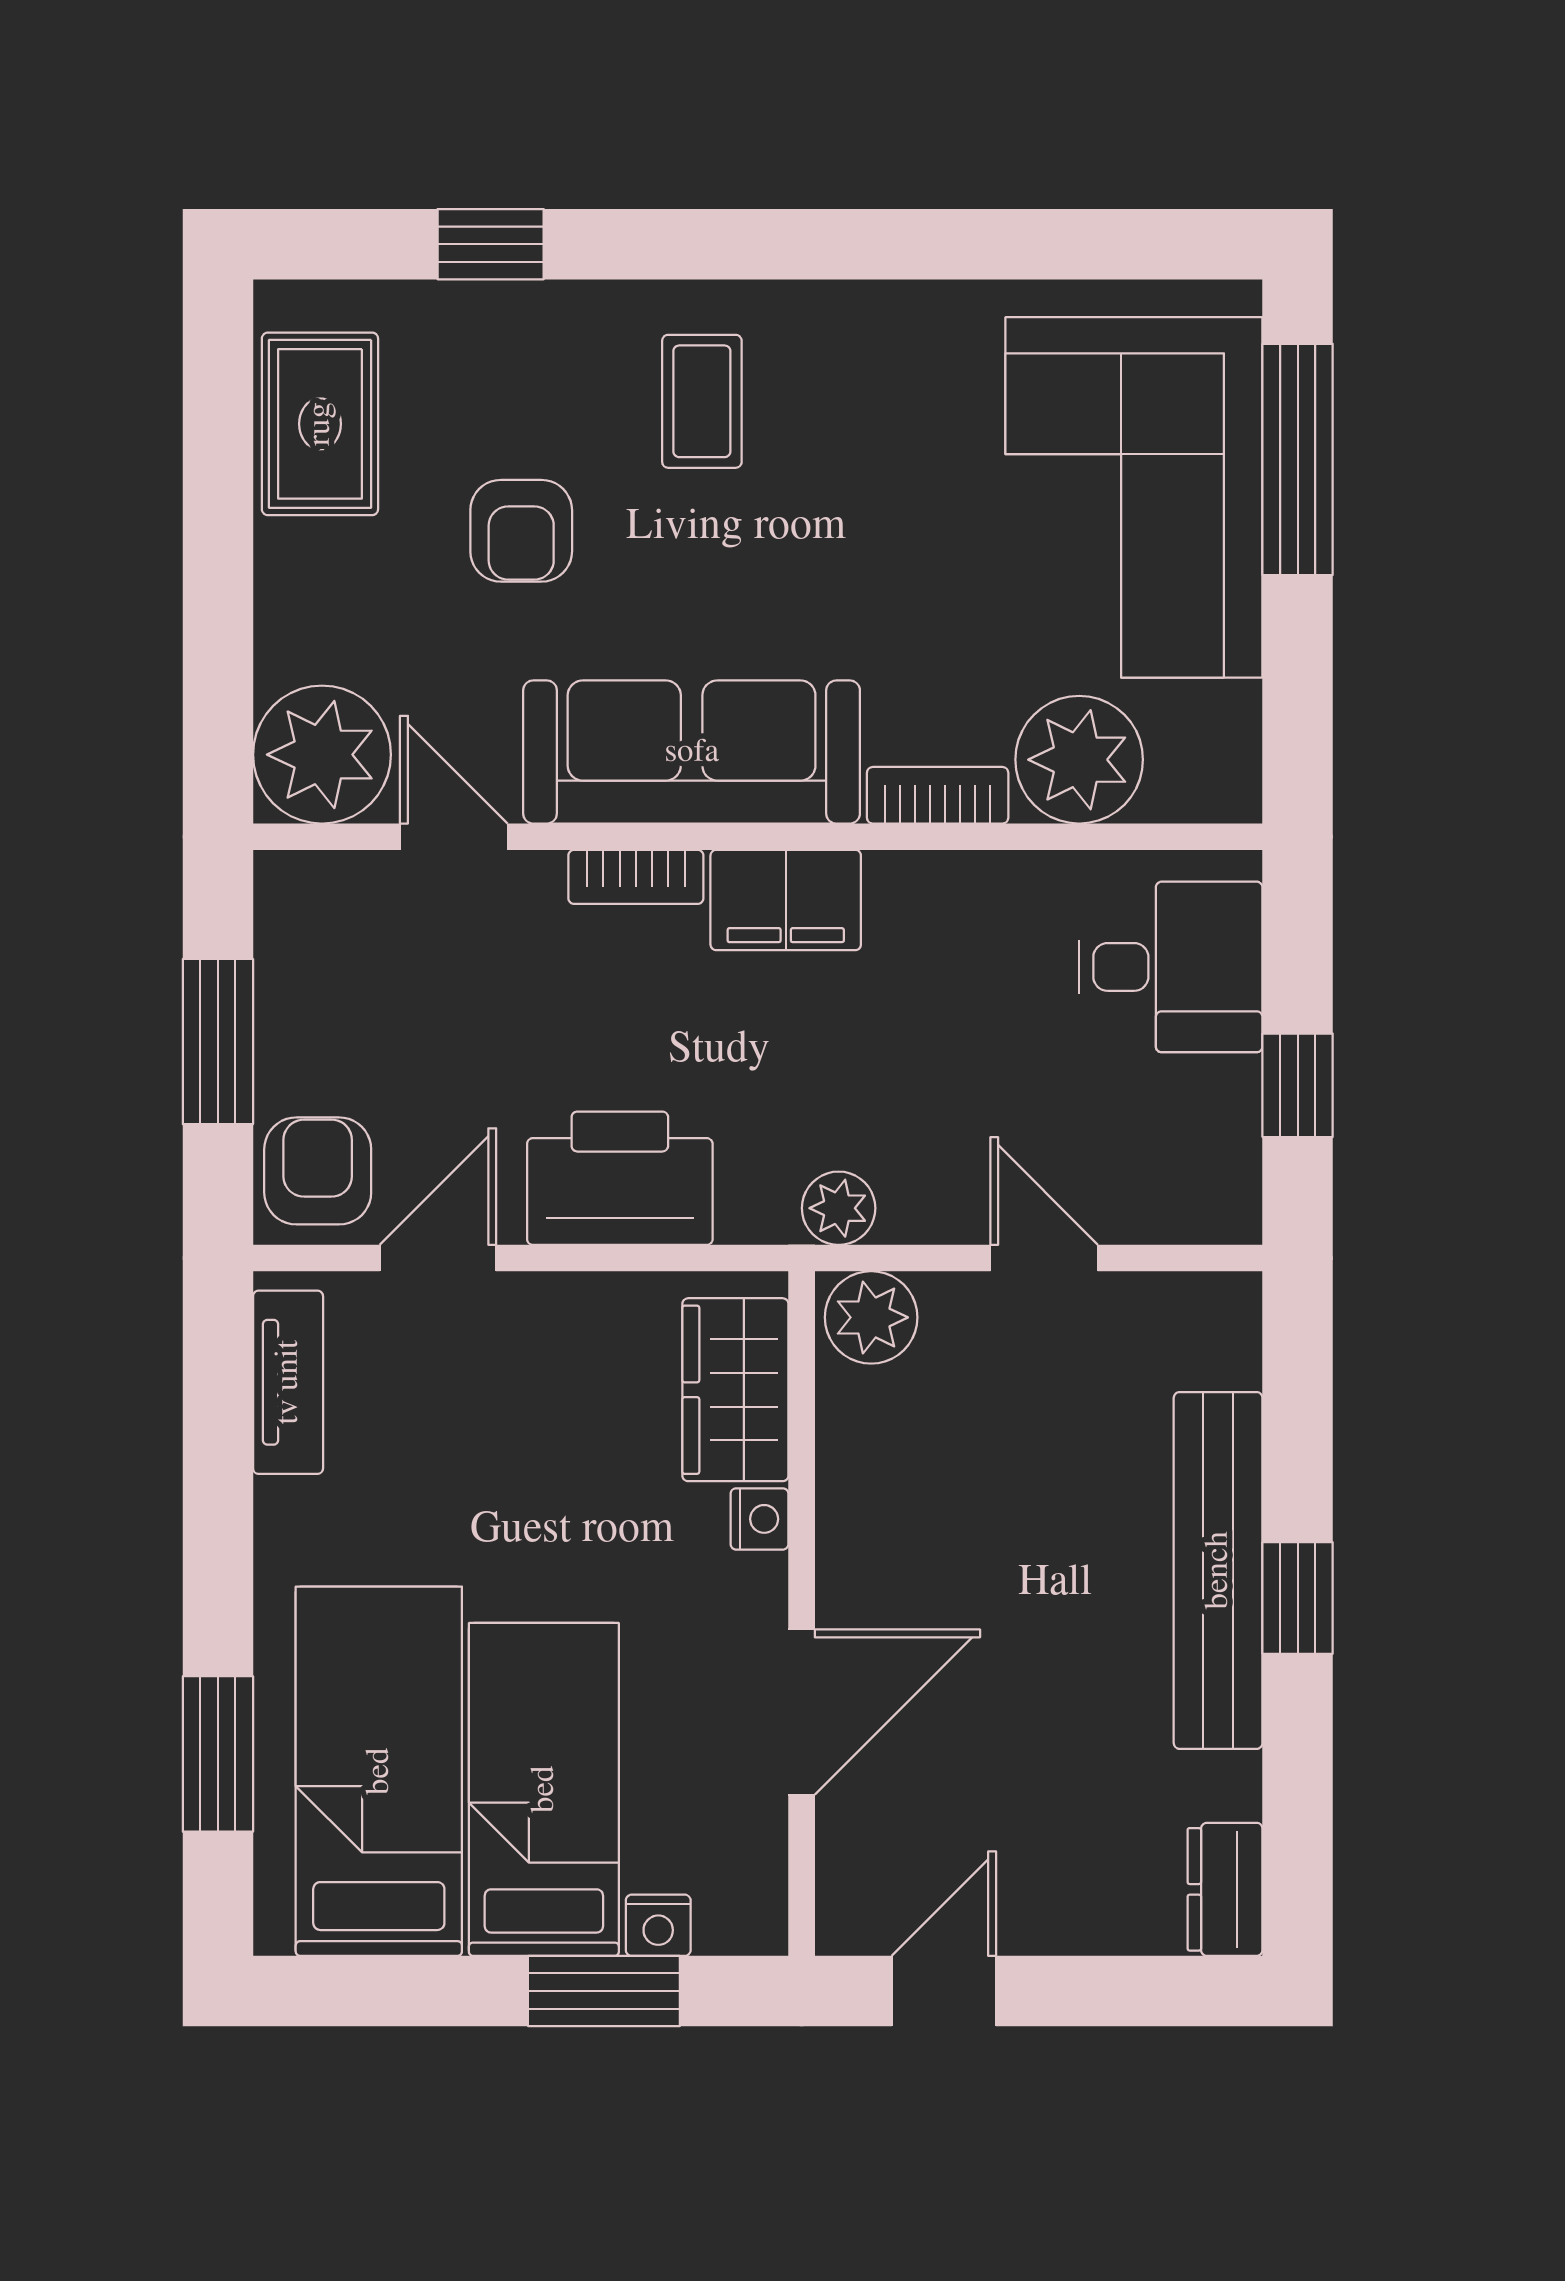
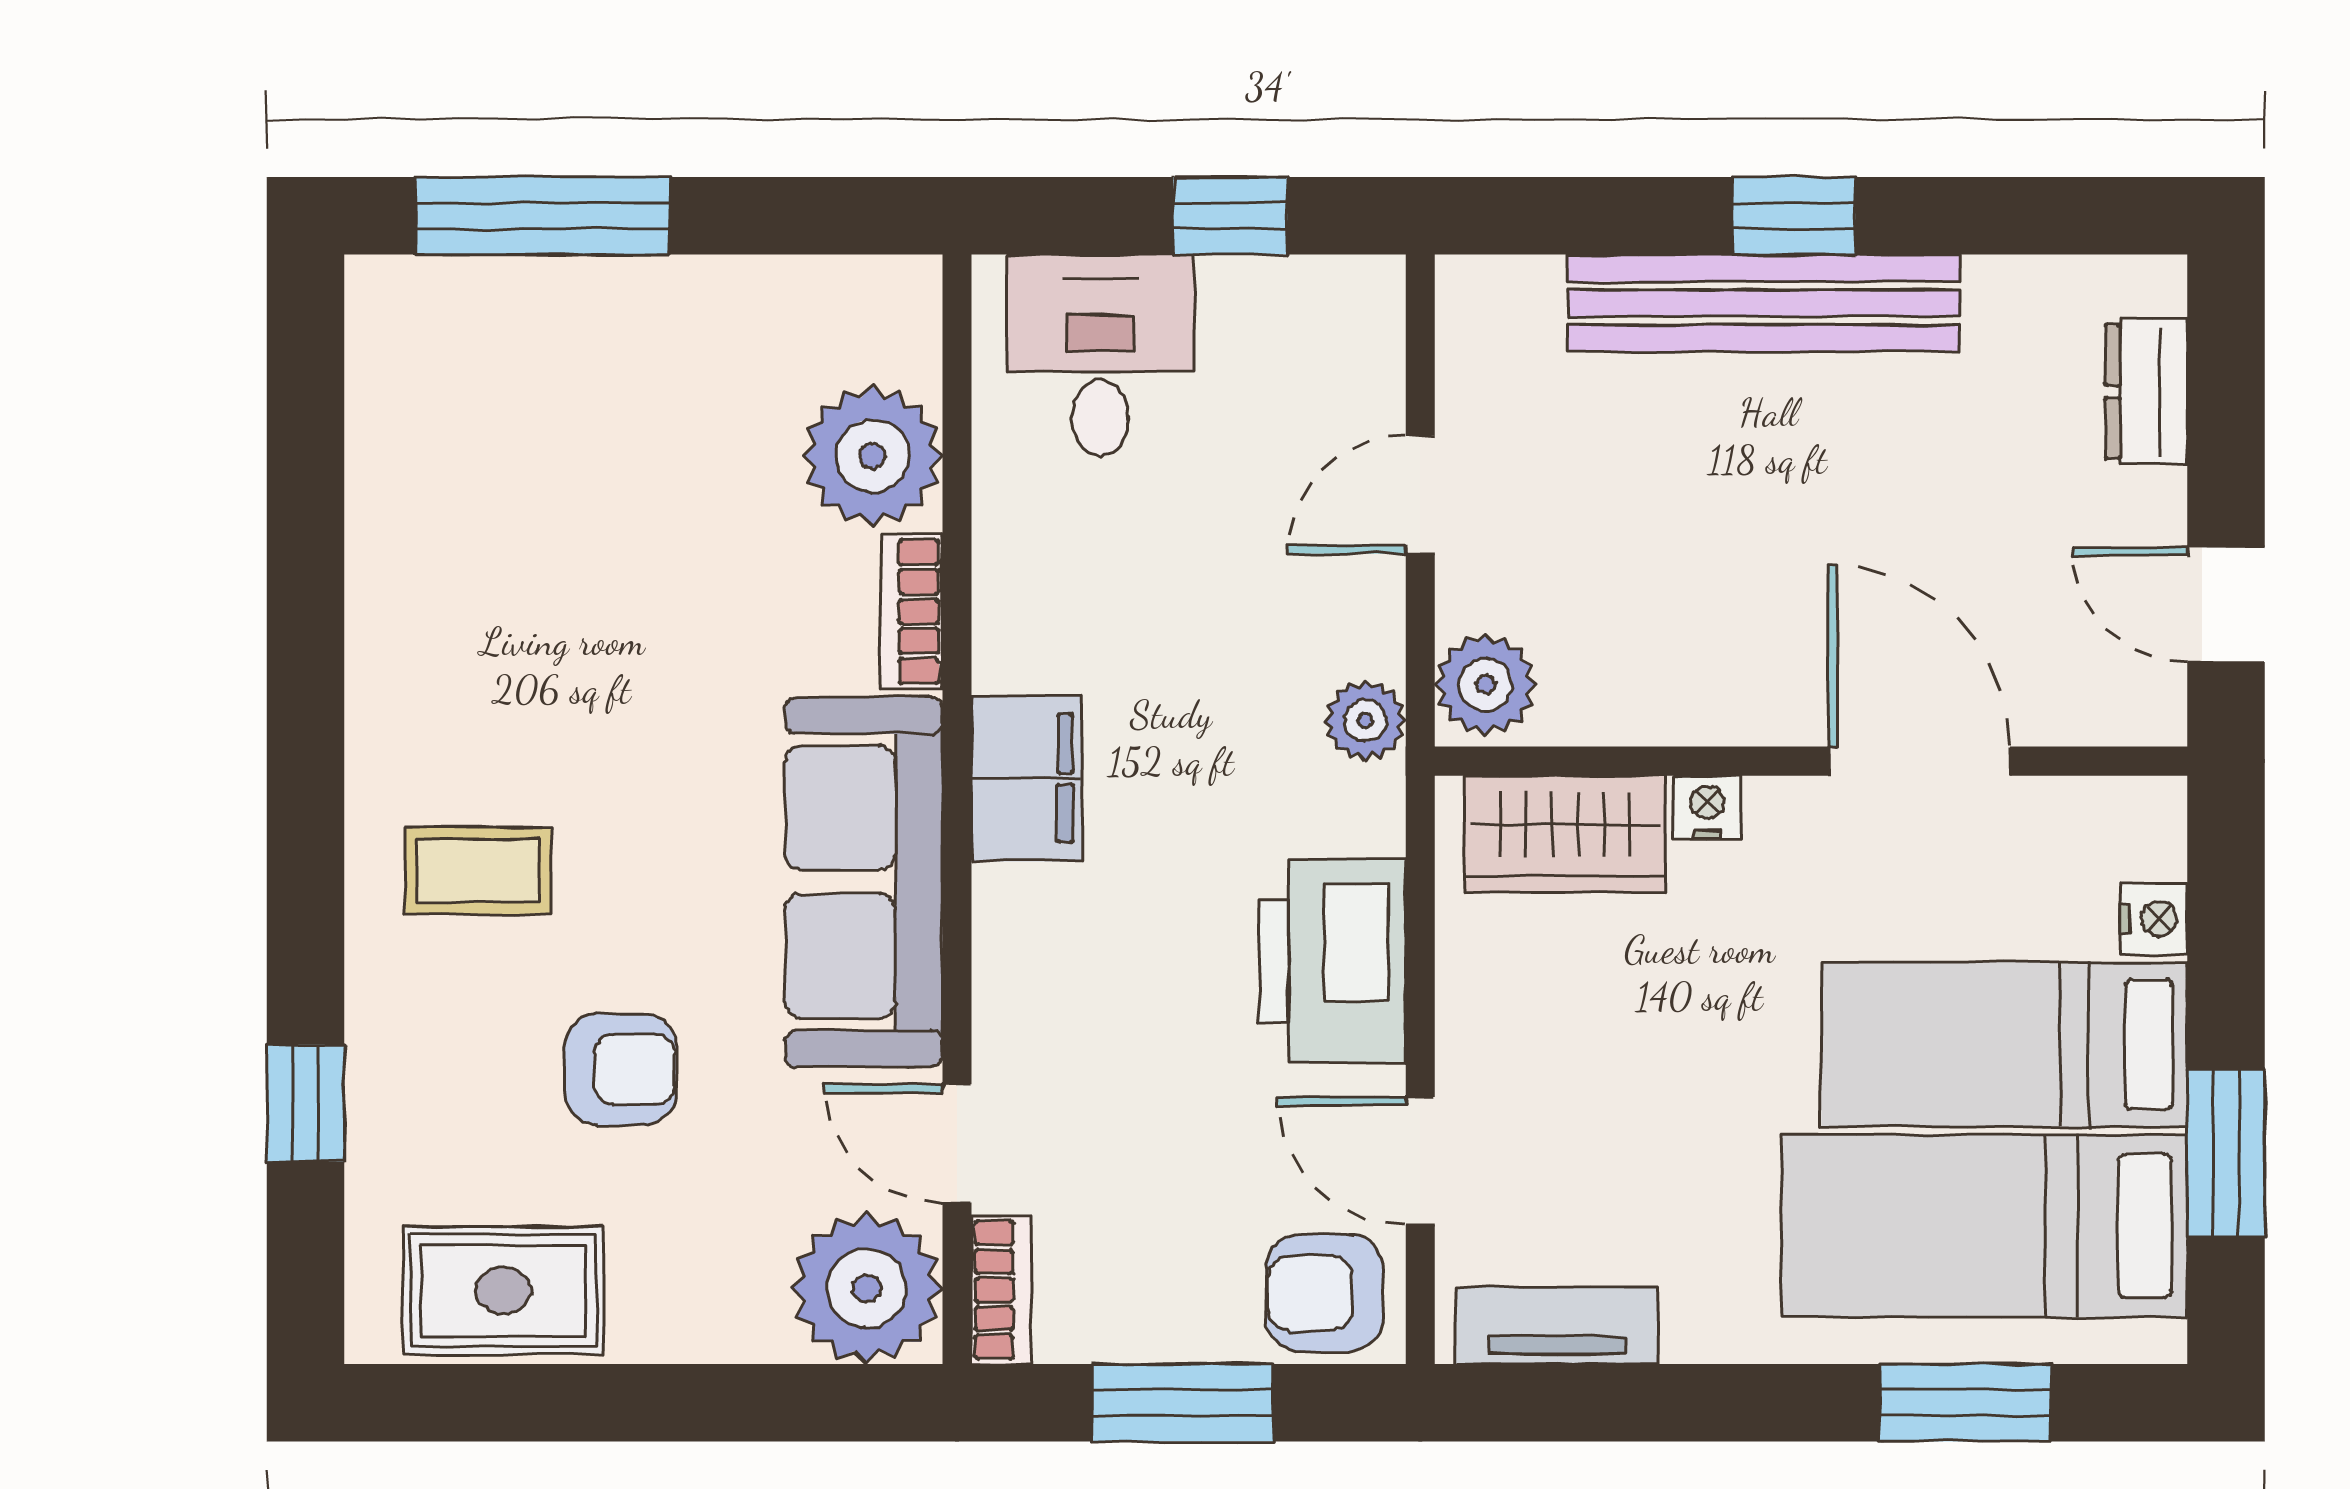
corner sofa: (1134, 497) -> (584, 396), removed
door: (454, 837) -> (957, 1143), hinge flipped
bookcase: (636, 877) -> (1001, 1290), moved
dresser: (1225, 1889) -> (2146, 391), moved, turned 90
window: (604, 1991) -> (2226, 1153), moved

